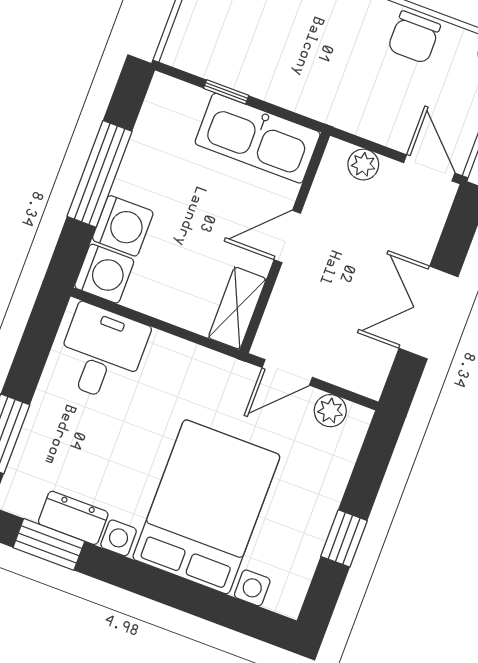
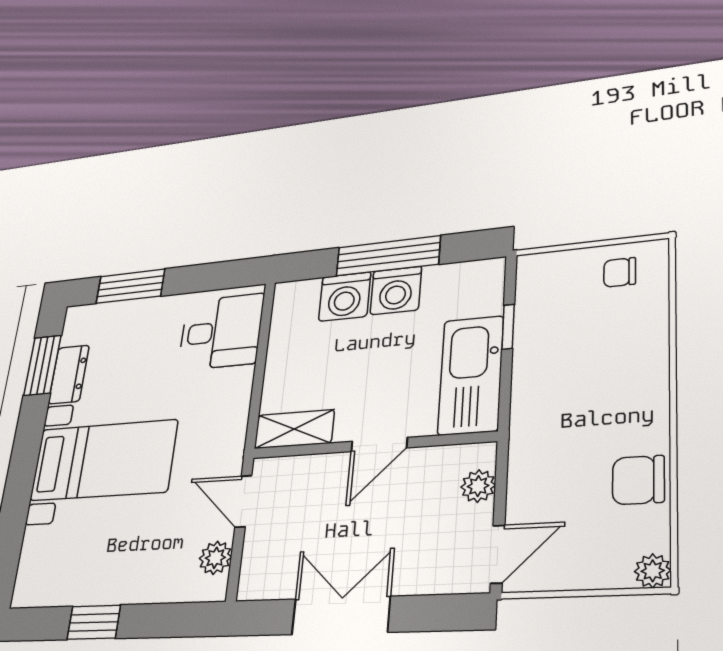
door: (287, 236) -> (379, 445), swing flipped
washing machine: (104, 274) -> (396, 291), moved
bed with nightstands: (206, 507) -> (103, 460), width x0.73

